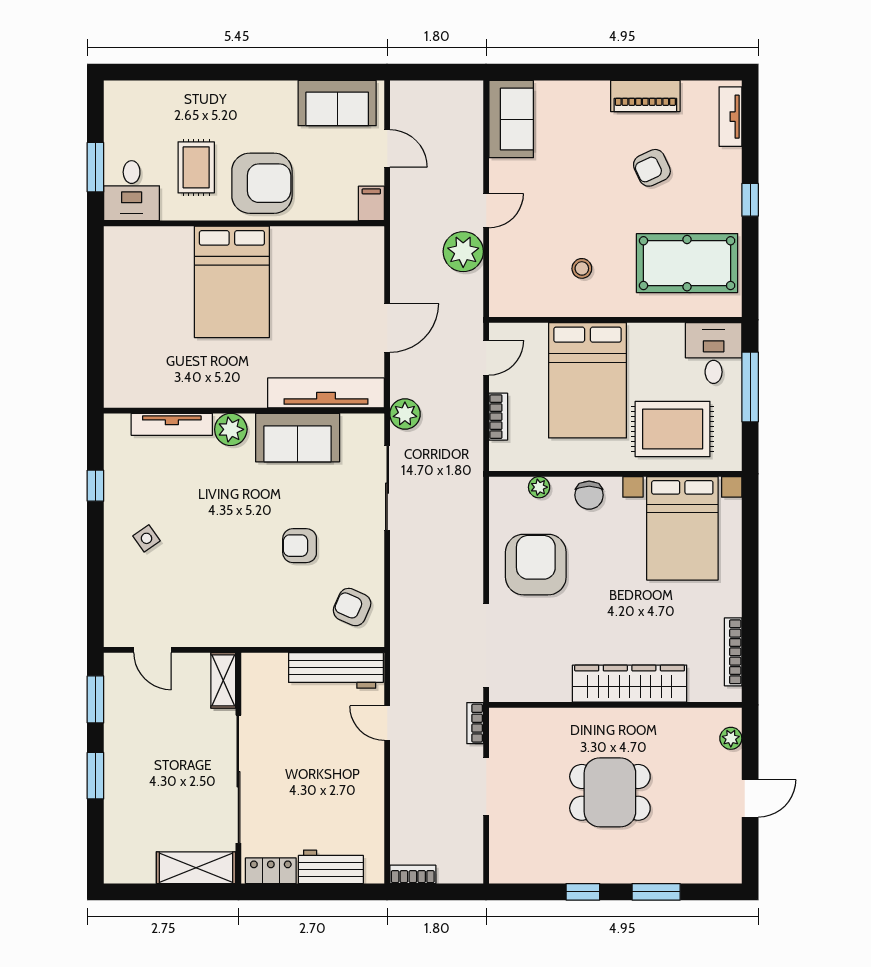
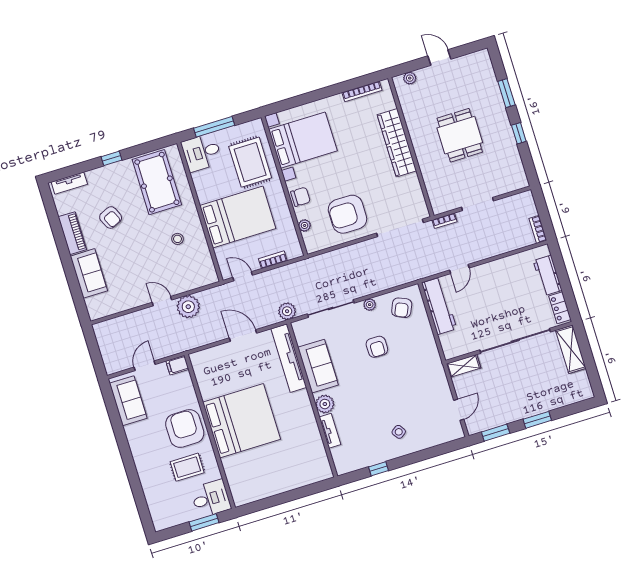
sofa: (511, 119) -> (89, 273), moved, turned 90
bed: (232, 282) -> (242, 421), width x1.36
tv unit: (172, 424) -> (330, 431), width x0.71
plant: (374, 555) -> (370, 305), added

